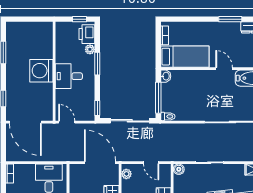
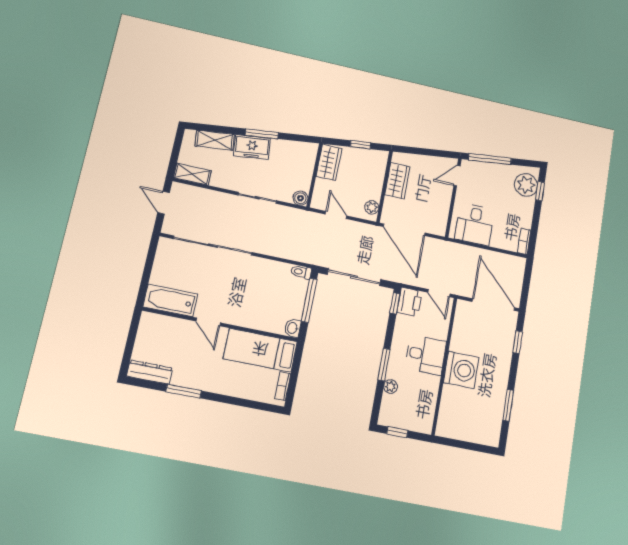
printer: (87, 34) -> (410, 302), moved

